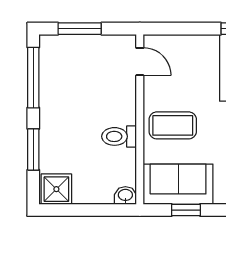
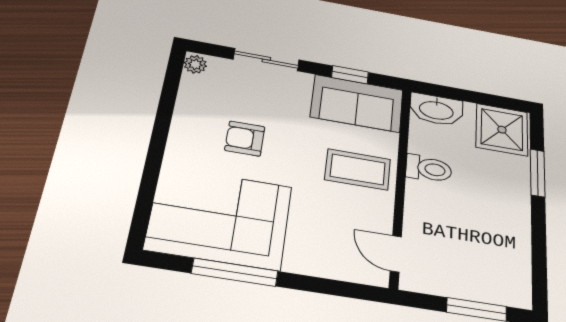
window: (33, 78) -> (539, 257), removed
shower: (56, 189) -> (502, 130), width x1.36, depth x1.36
washbasin: (125, 195) -> (436, 110), width x1.91, depth x1.45

